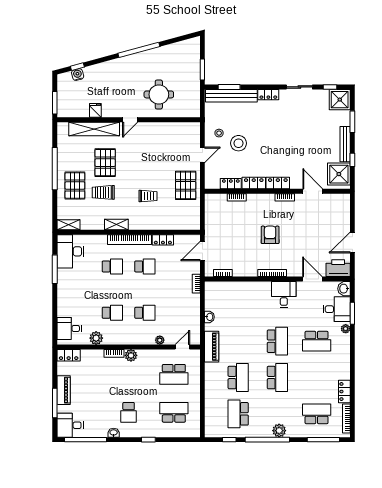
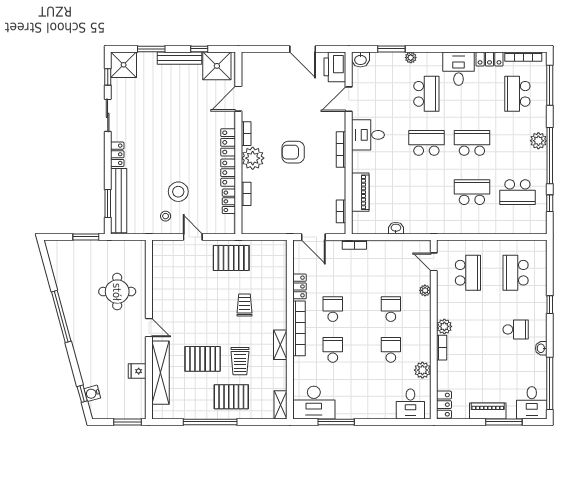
plant: (265, 203) -> (253, 158), added
desk: (337, 309) -> (459, 69), moved
piano: (212, 347) -> (360, 192), moved, turned 90

